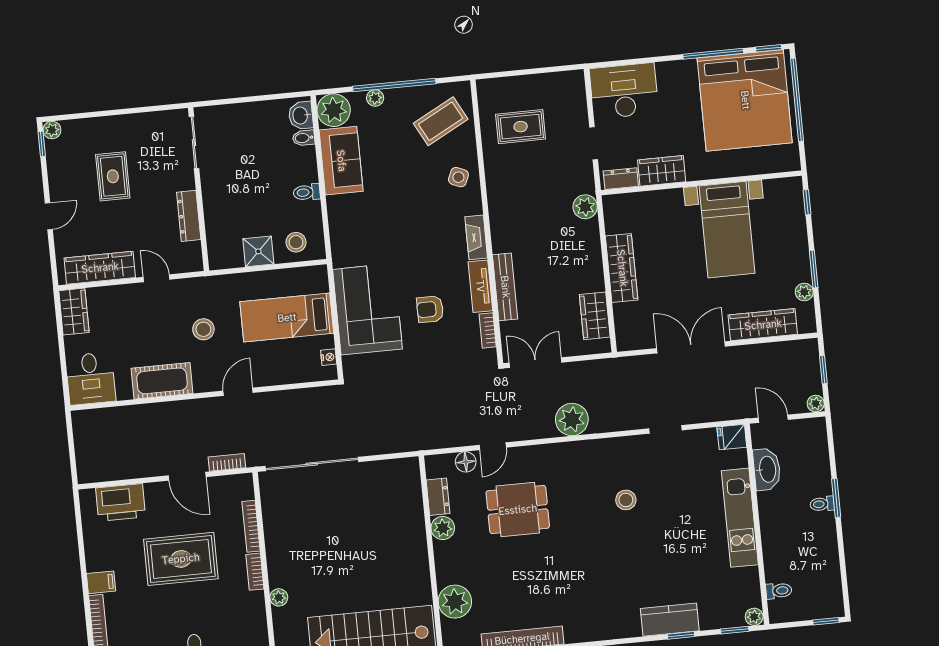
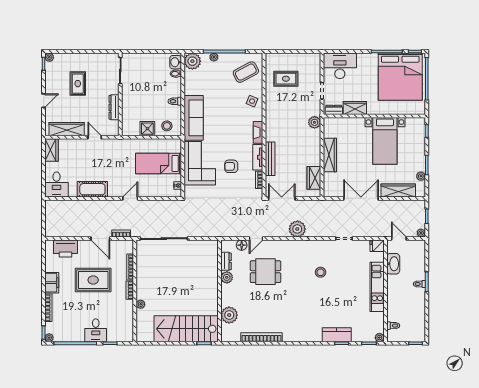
sofa: (341, 161) -> (194, 118), moved, width x1.36
stool: (203, 329) -> (116, 165), removed
filing cabinet: (101, 582) -> (52, 283), width x2.00

